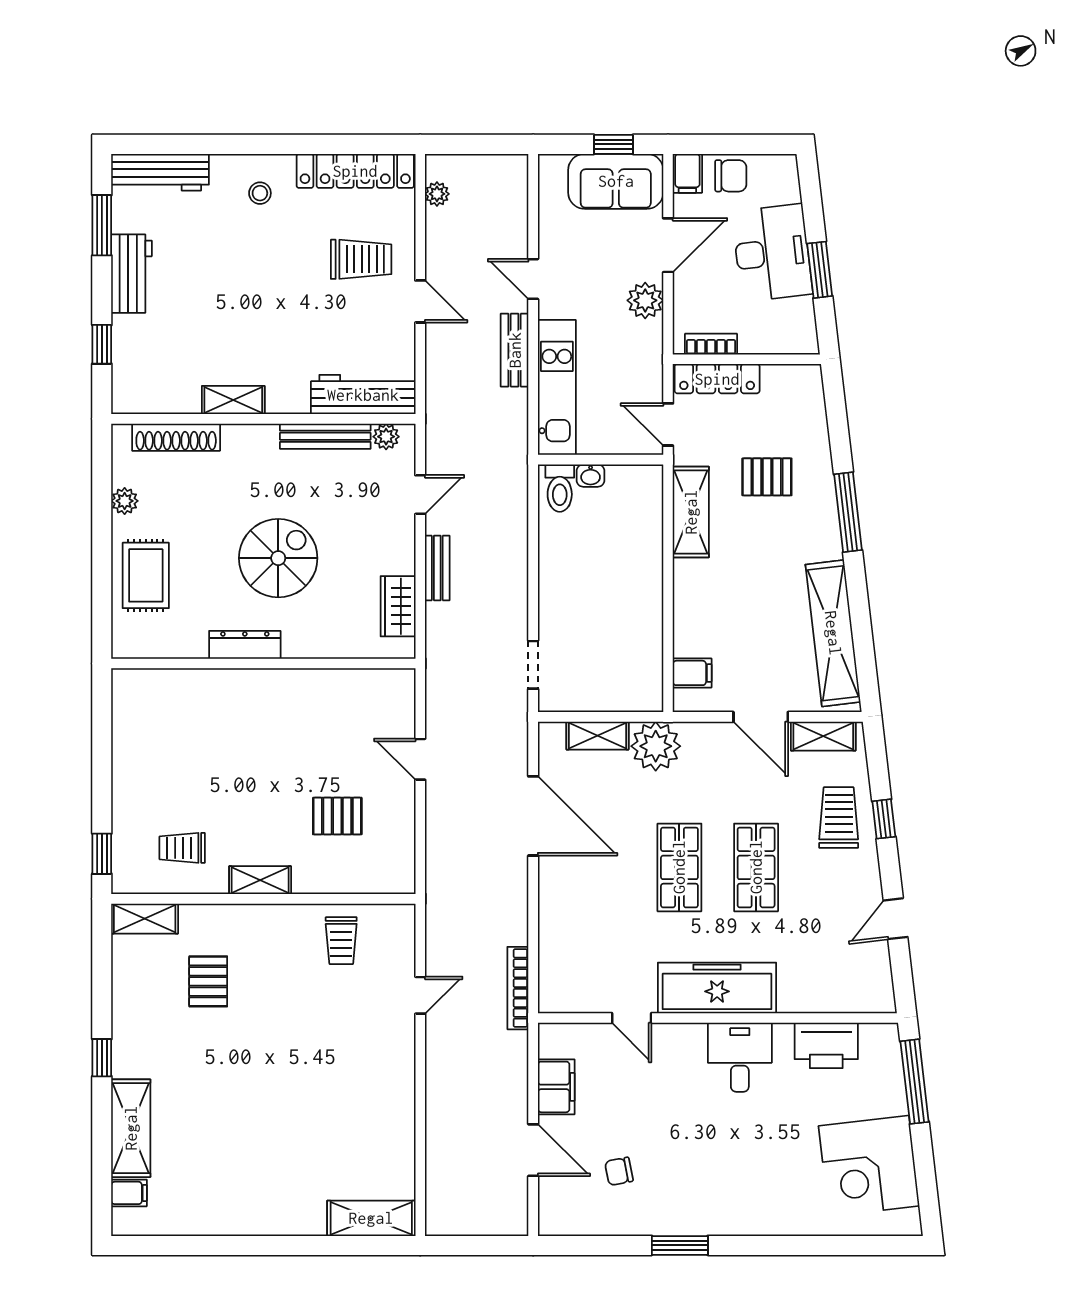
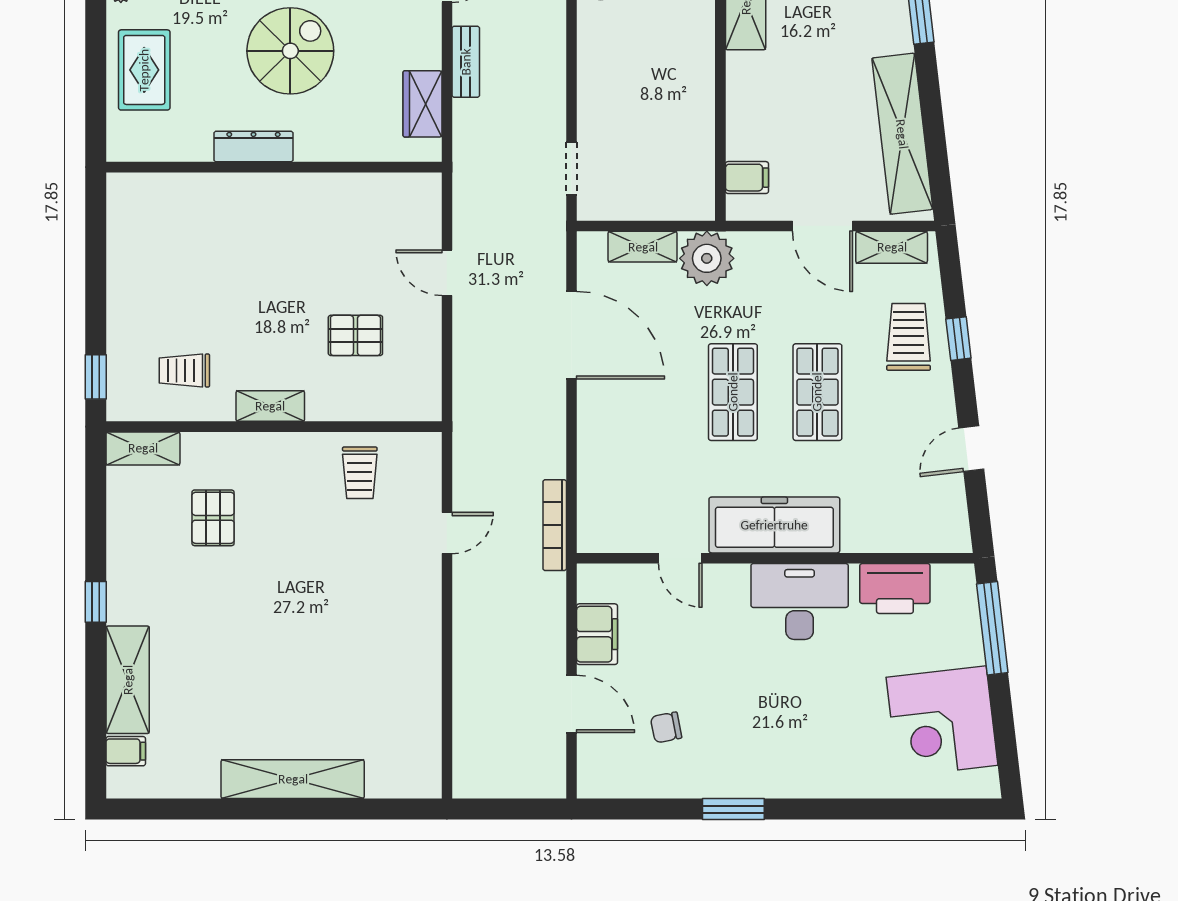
desk: (740, 1057) -> (800, 601), width x1.37
shelving: (371, 1218) -> (293, 779), moved, width x1.47

